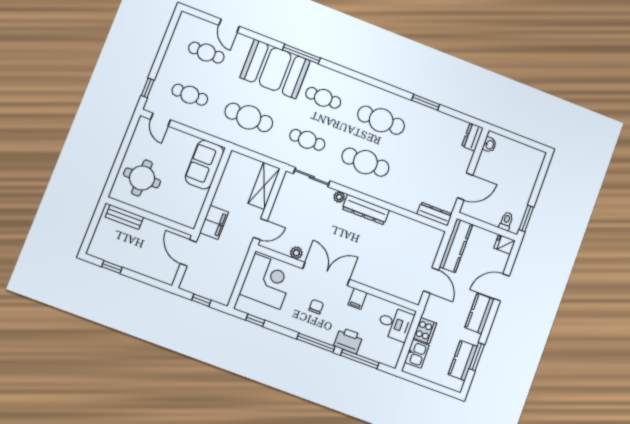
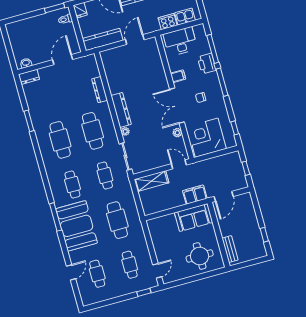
sofa: (204, 165) -> (194, 217), moved
door: (465, 187) -> (63, 60), hinge flipped
dresser: (434, 214) -> (100, 90), moved
desk: (395, 324) -> (180, 42), width x1.37

